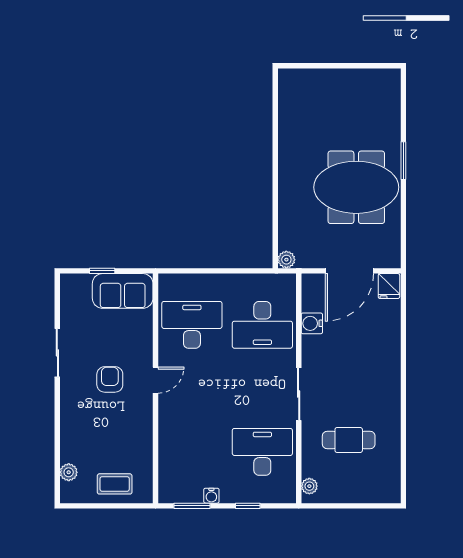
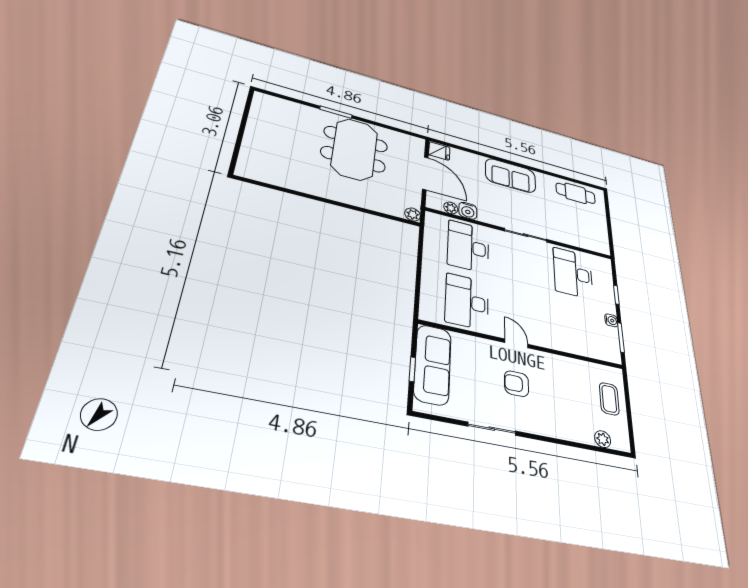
sofa: (123, 291) -> (433, 364), width x1.36
desk: (262, 325) -> (468, 247), turned 180
sofa: (382, 377) -> (511, 176), added
cafe table: (349, 440) -> (576, 193), moved, turned 90
plant: (309, 486) -> (451, 208), moved

